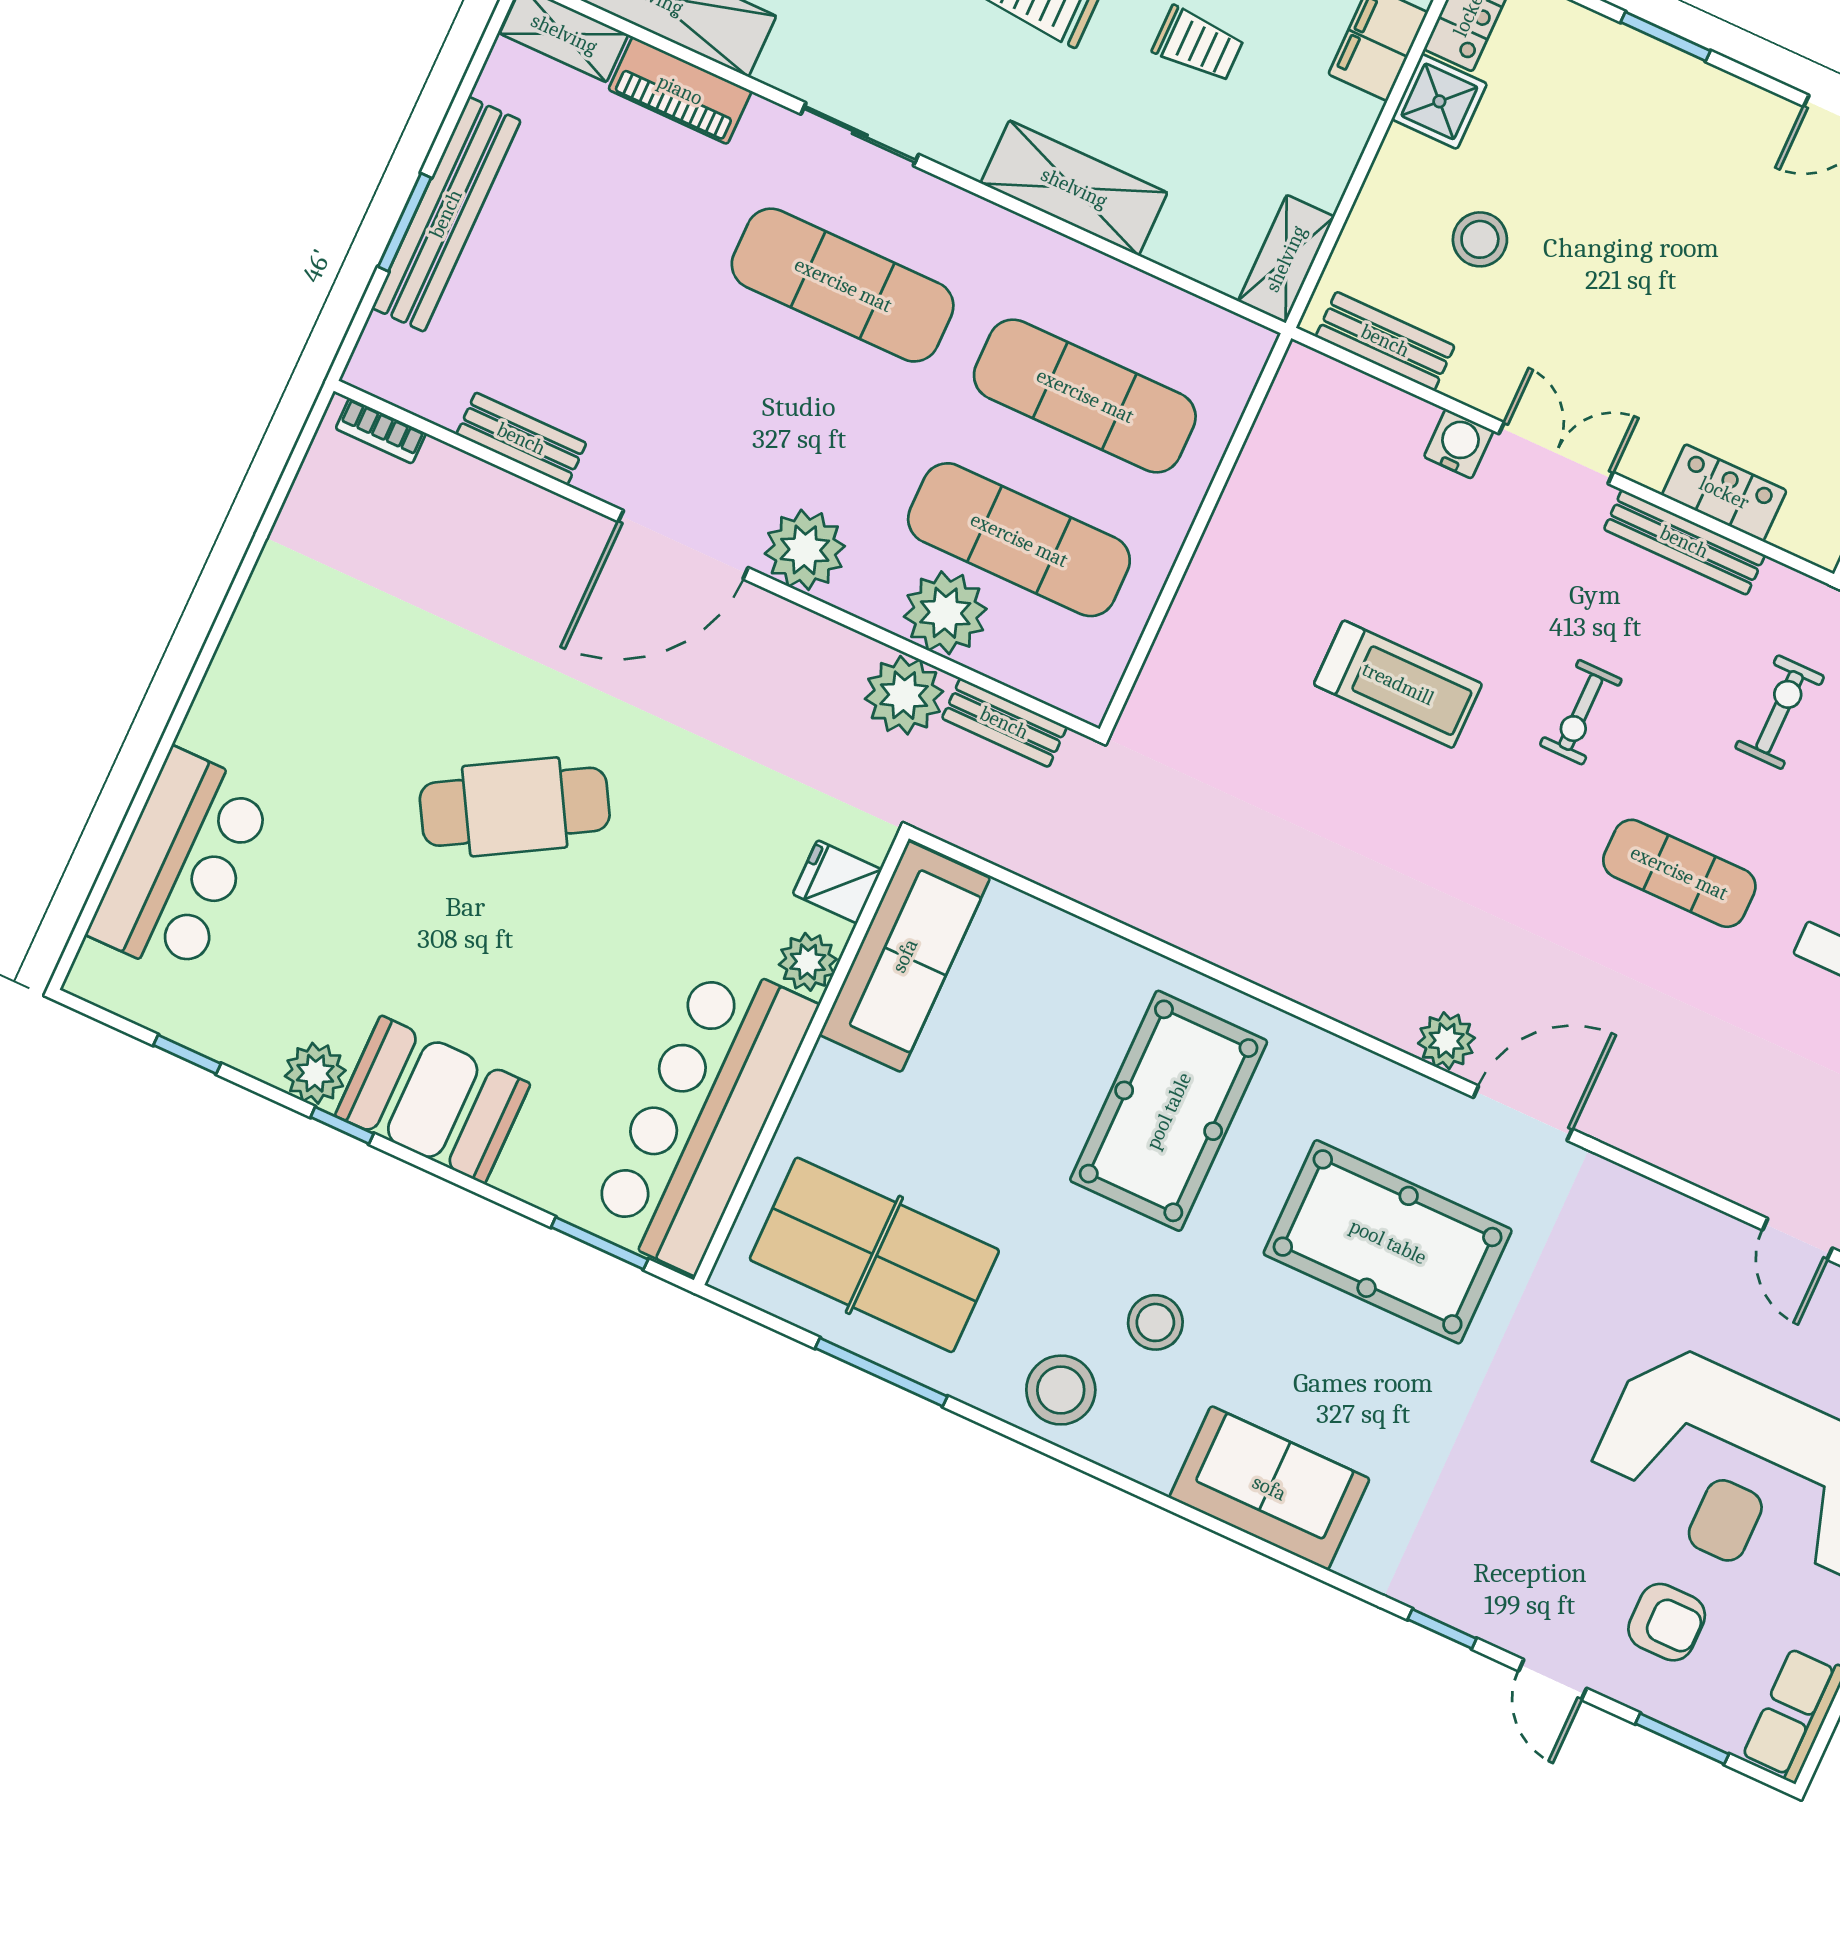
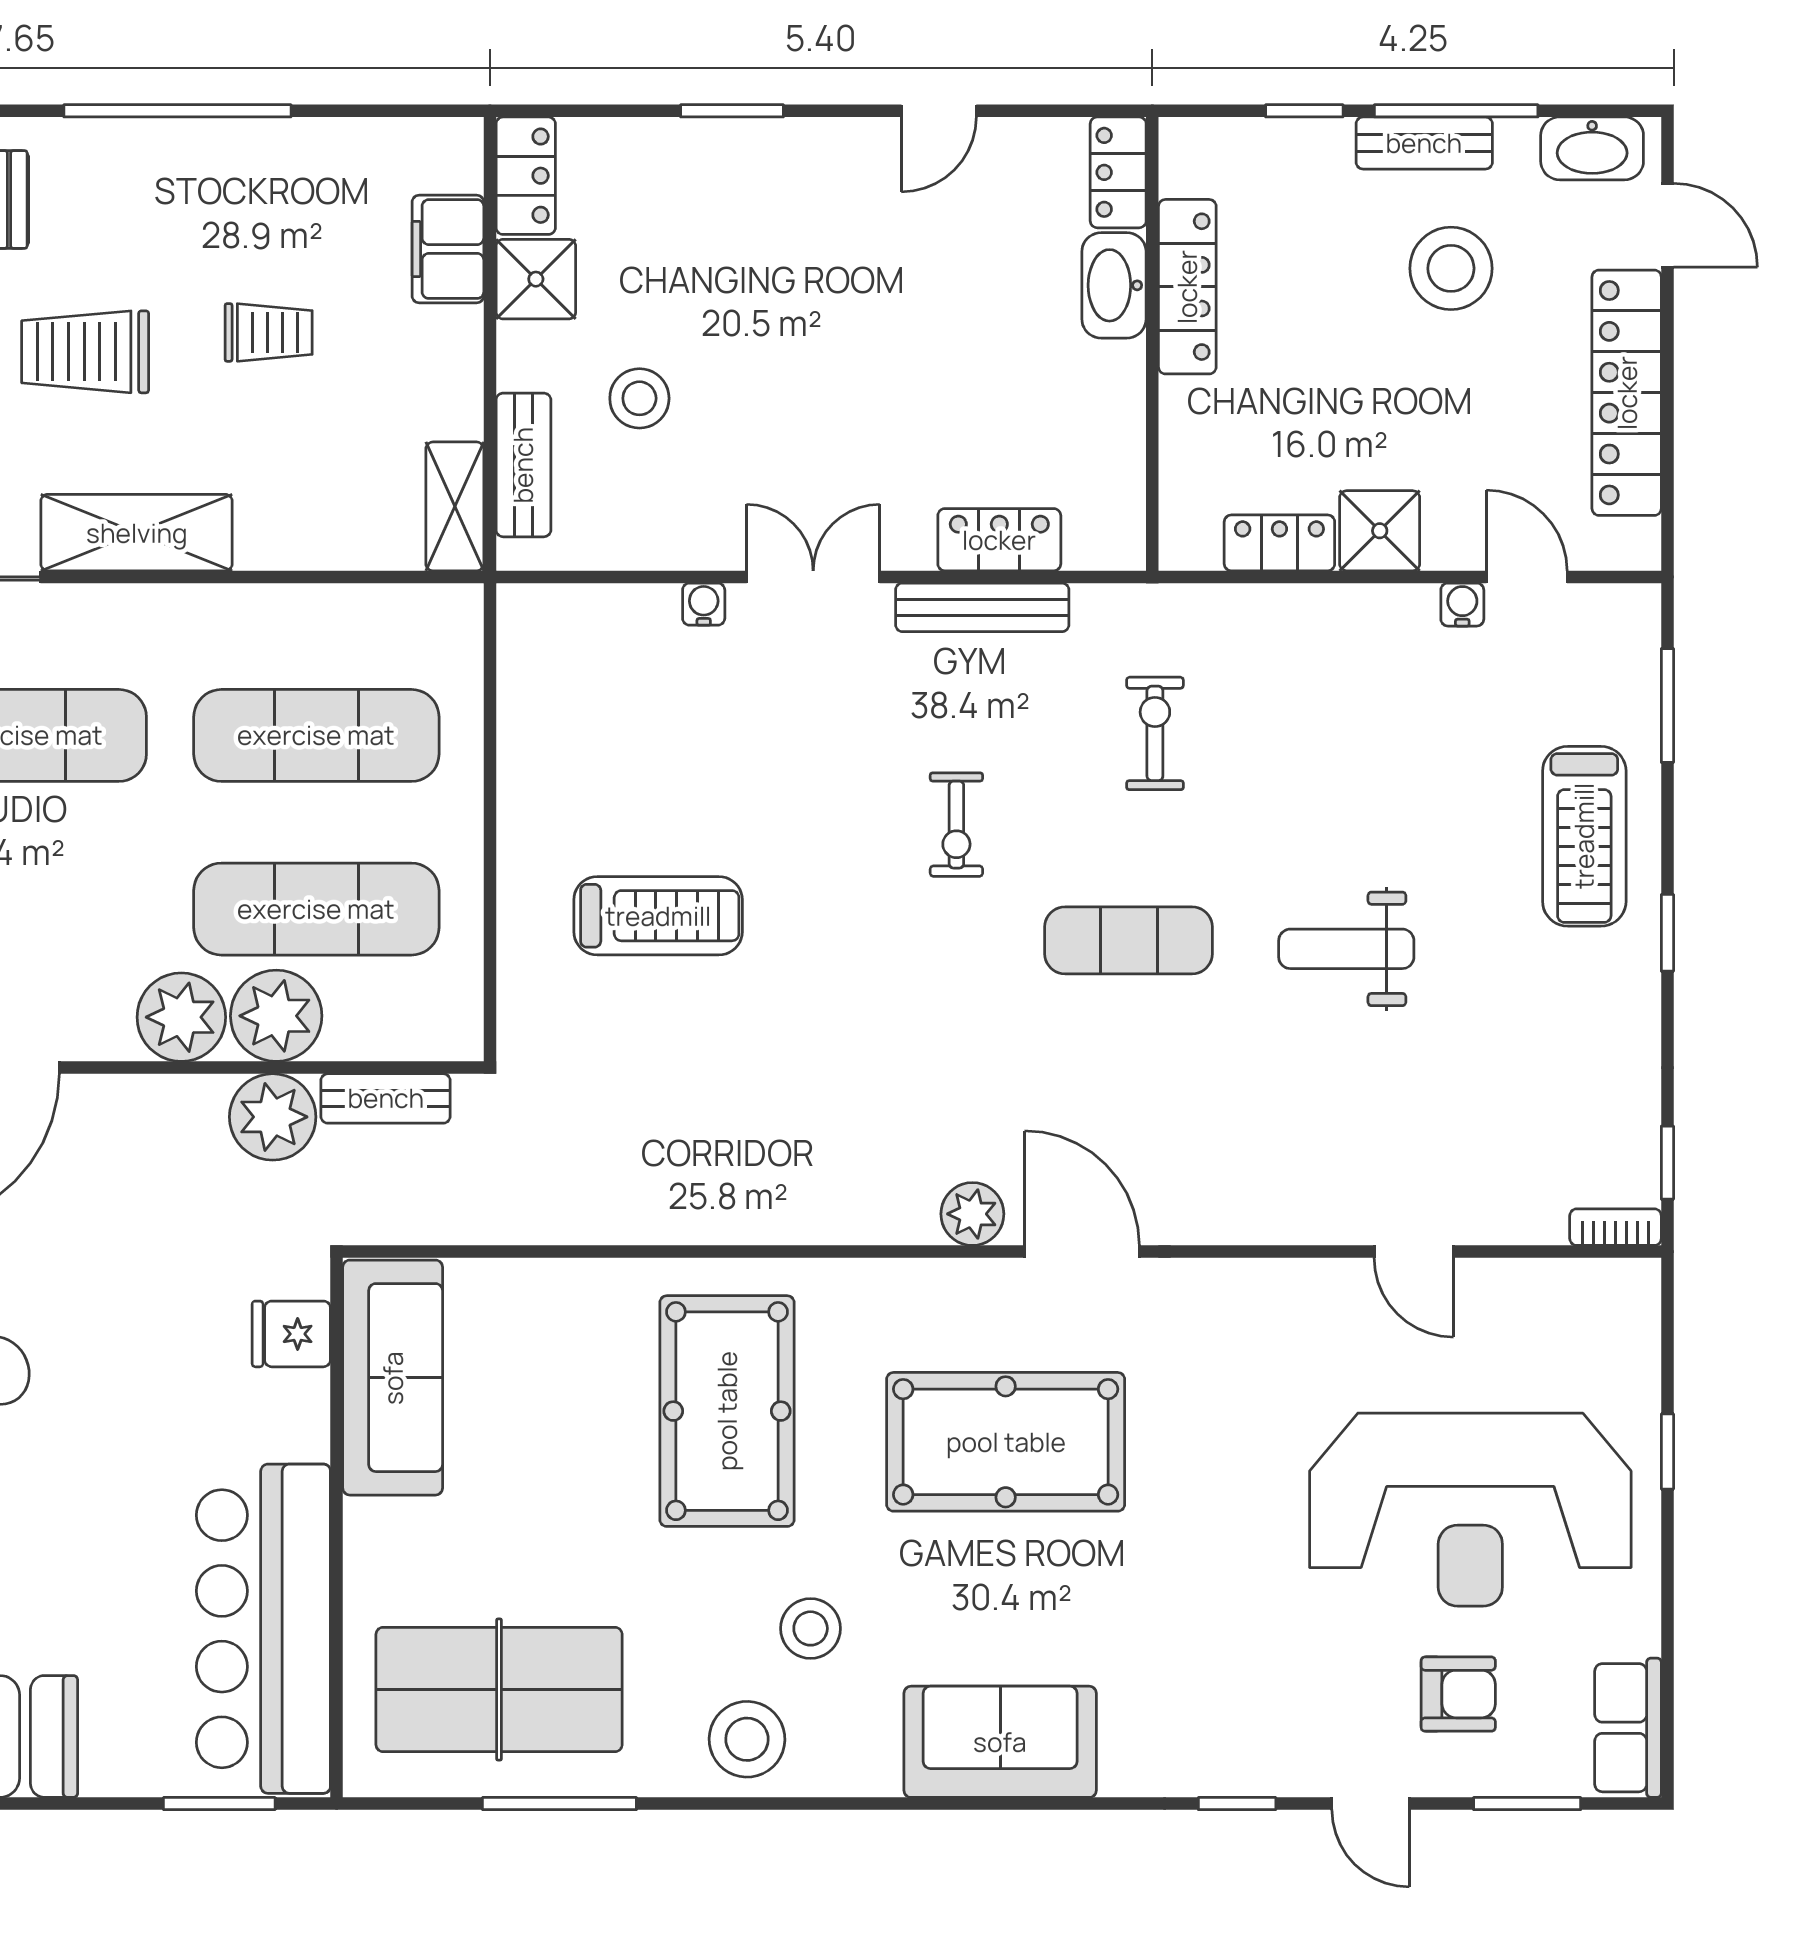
shelving: (1074, 188) -> (137, 533), moved
bench: (1385, 341) -> (523, 465), moved, turned 90
water cooler: (1459, 444) -> (704, 604), width x0.72, depth x0.72
plant: (805, 550) -> (181, 1017), moved
treadmill: (1398, 684) -> (658, 916), moved
plant: (808, 962) -> (299, 1427), removed
door: (1523, 1113) -> (1082, 1252), hinge flipped

